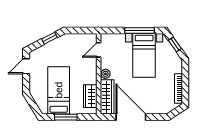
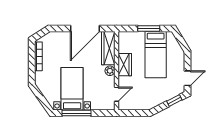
window: (49, 38) -> (174, 101), moved
window: (175, 44) -> (42, 99), removed
wardrobe: (90, 96) -> (125, 65), moved
door: (131, 117) -> (85, 28), hinge flipped

